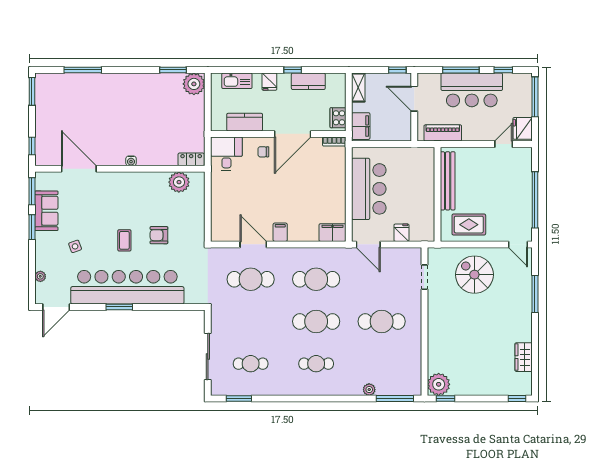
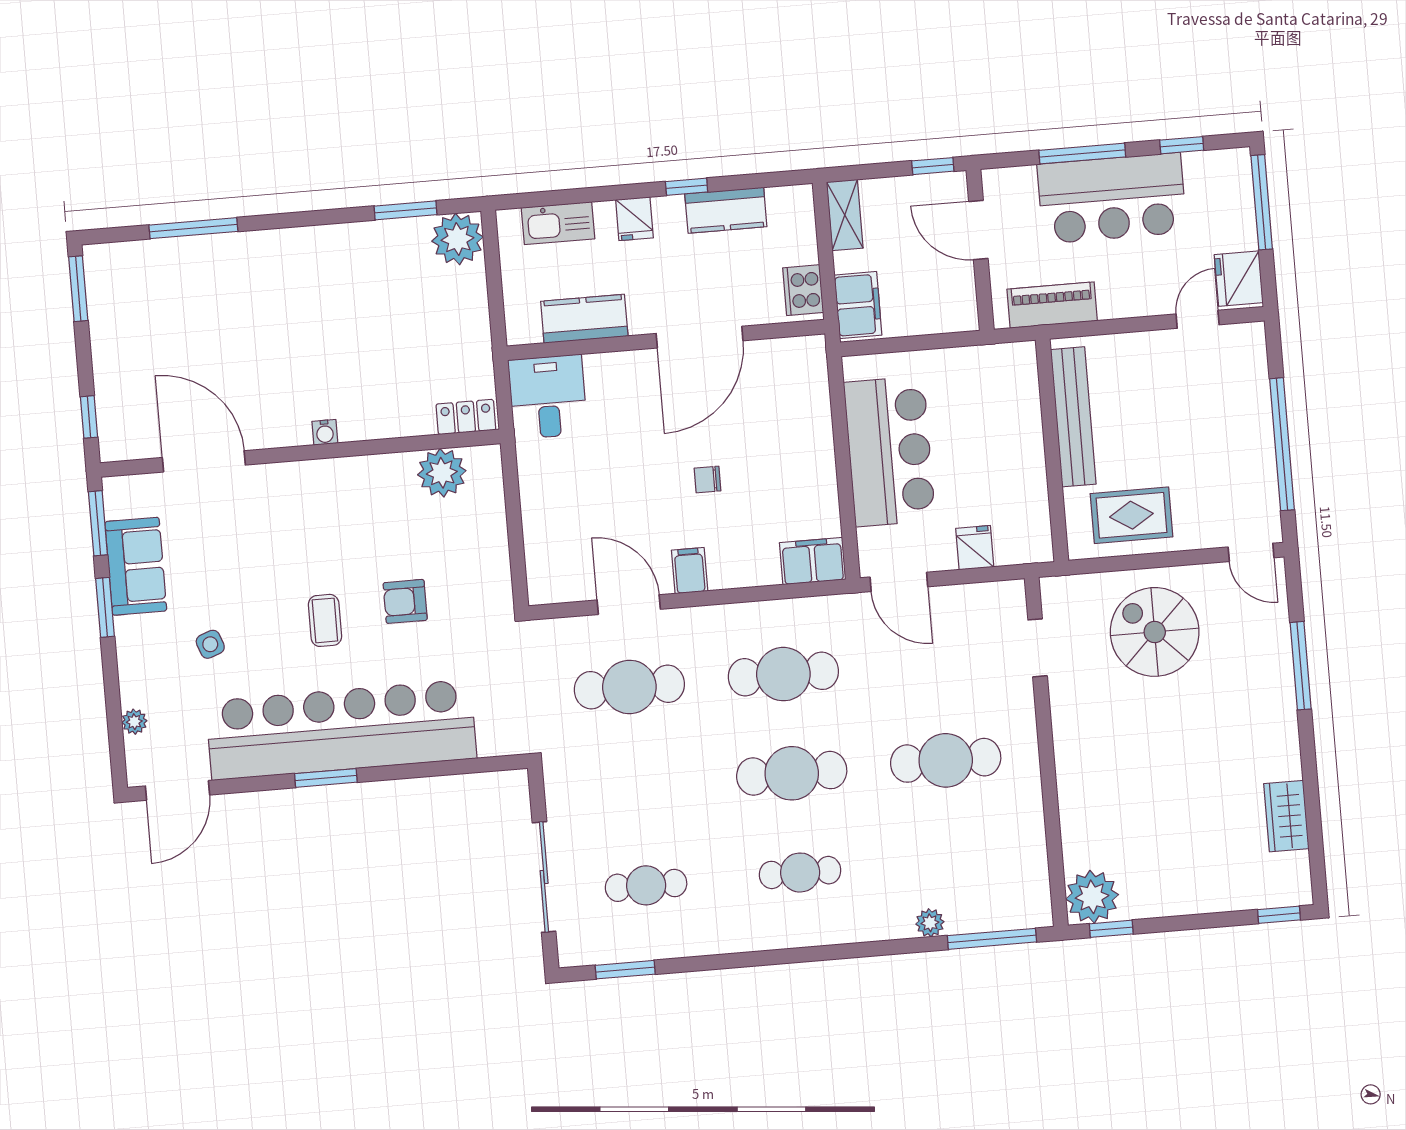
bookcase: (334, 142) -> (799, 347), removed
chair: (263, 152) -> (708, 479), moved

